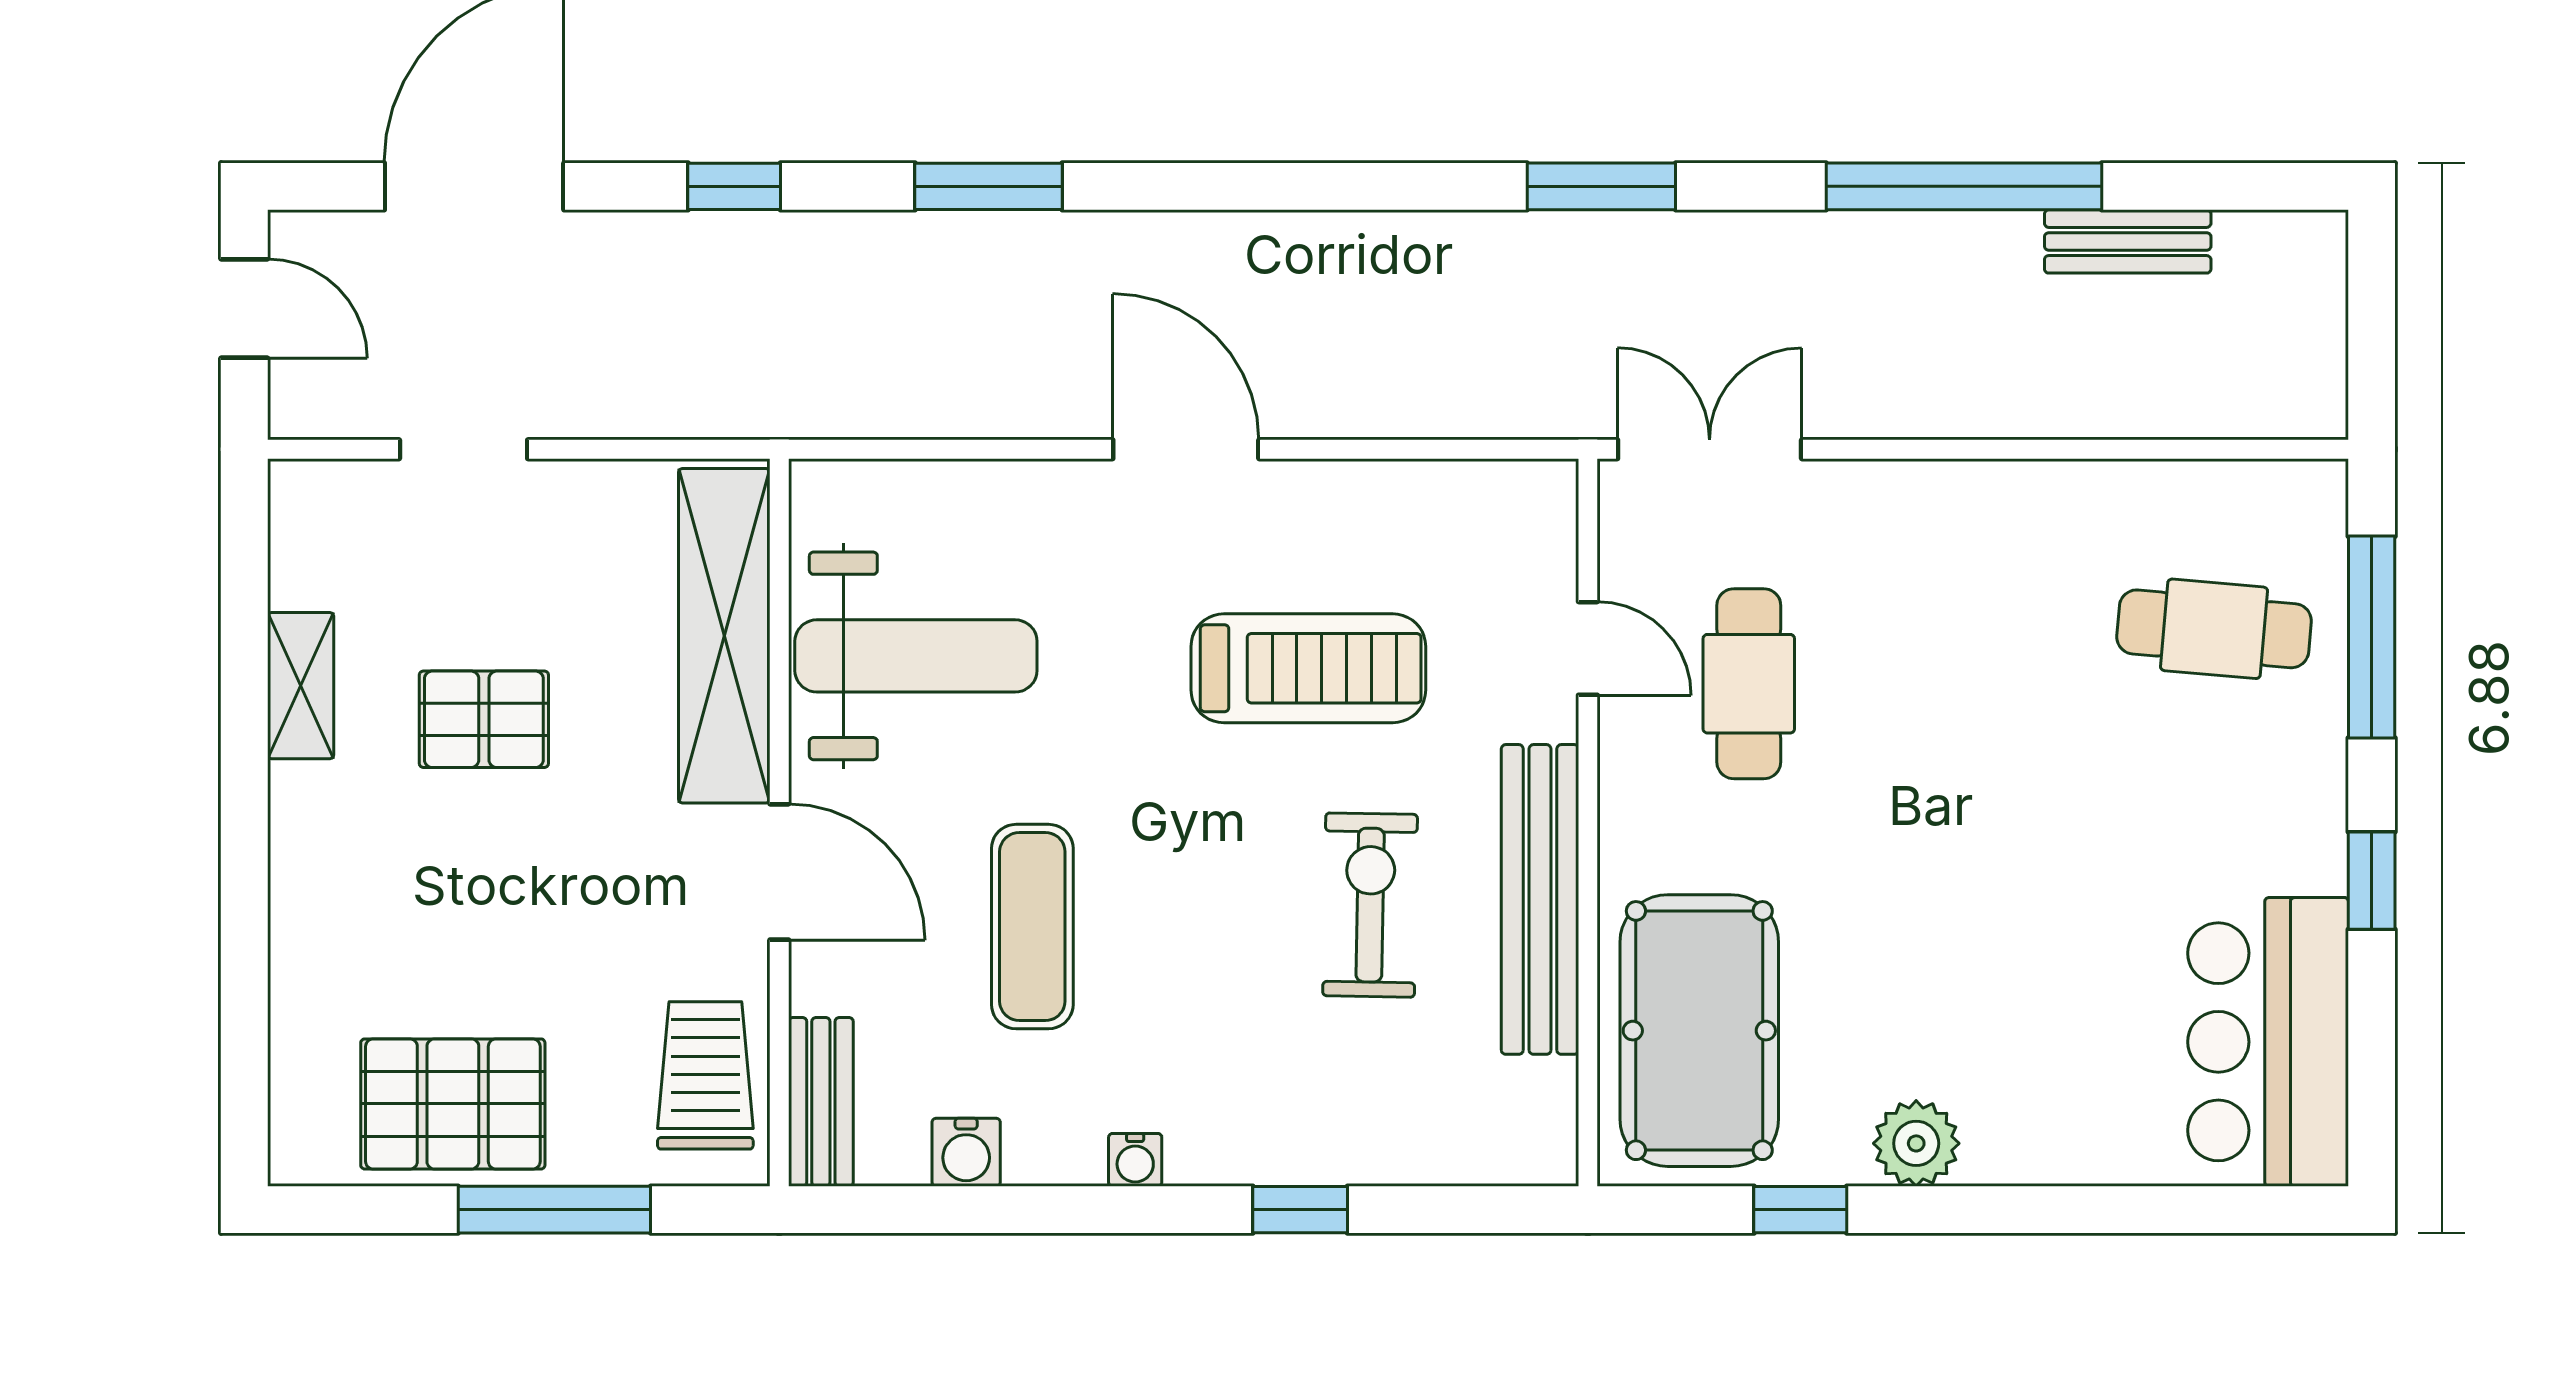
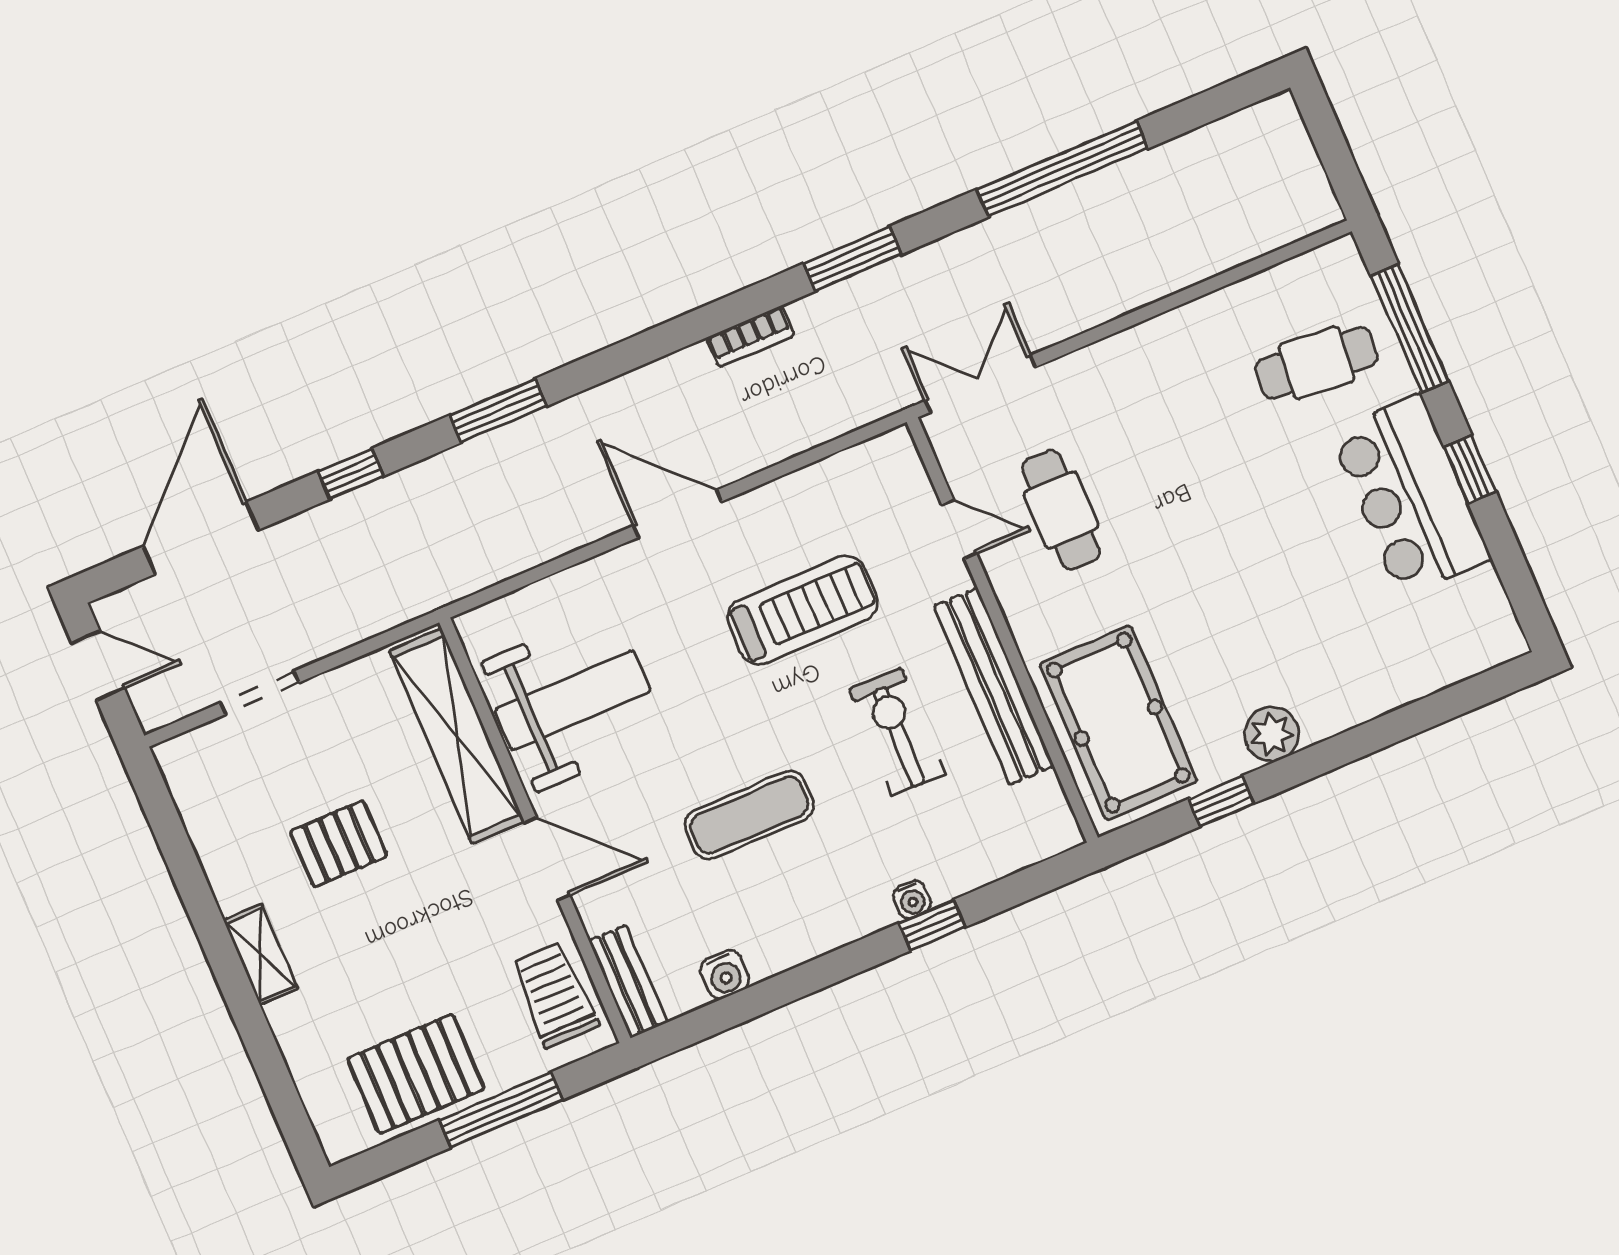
bookcase: (1403, 236) -> (750, 337), added
bench: (2128, 241) -> (1170, 160), removed
shelving: (301, 686) -> (260, 954), moved
exercise mat: (1032, 927) -> (749, 815), moved, turned 90
bar counter: (2268, 1042) -> (1410, 496), moved
water cooler: (1135, 1160) -> (912, 900), moved

